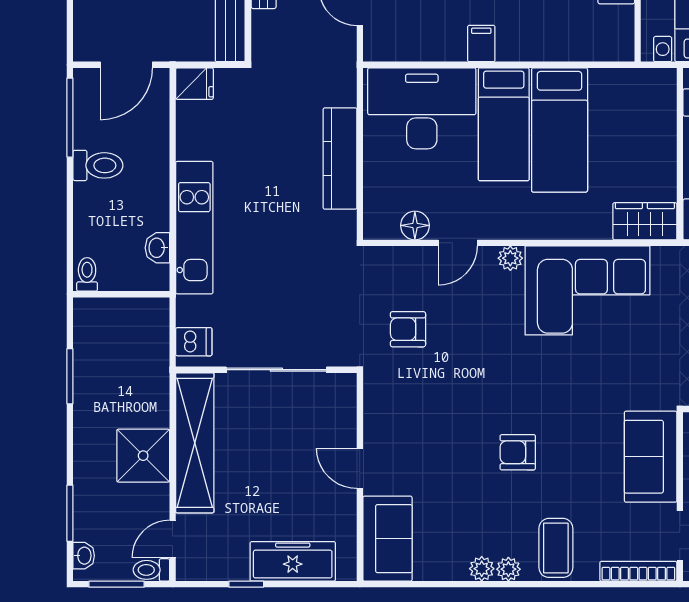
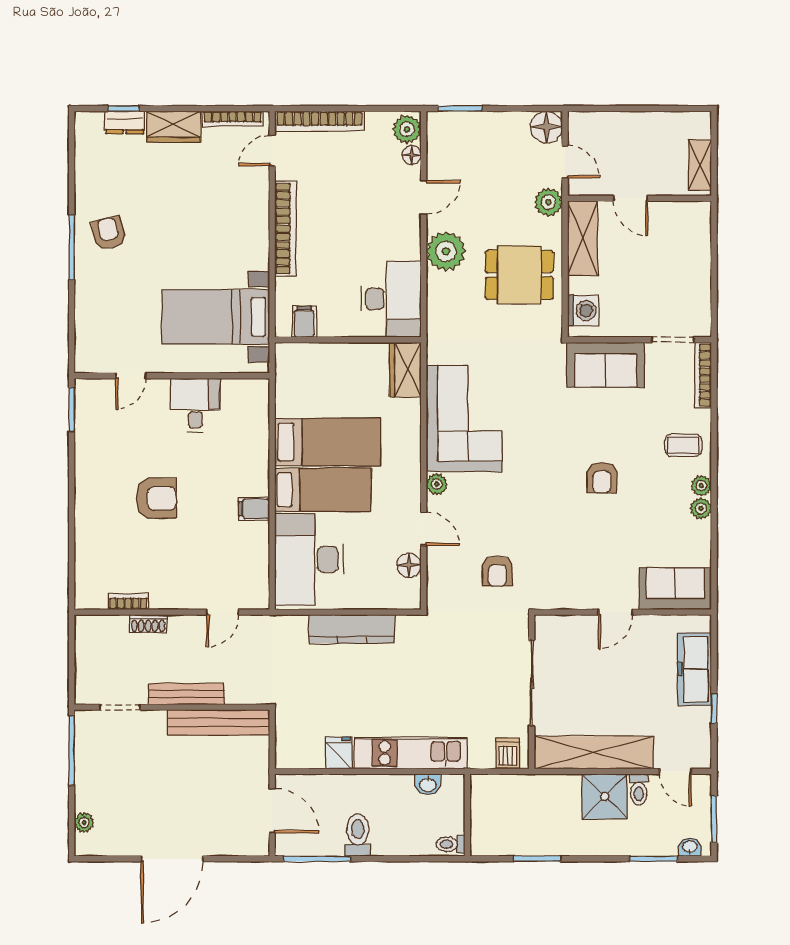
fridge: (194, 84) -> (339, 753), moved
coffee table: (556, 548) -> (683, 445), width x0.73, depth x0.77
toilet: (151, 570) -> (639, 790), moved

